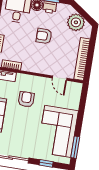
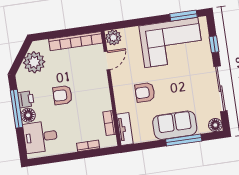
armchair: (44, 36) -> (63, 95), turned 90
plant: (76, 89) -> (113, 37), added

